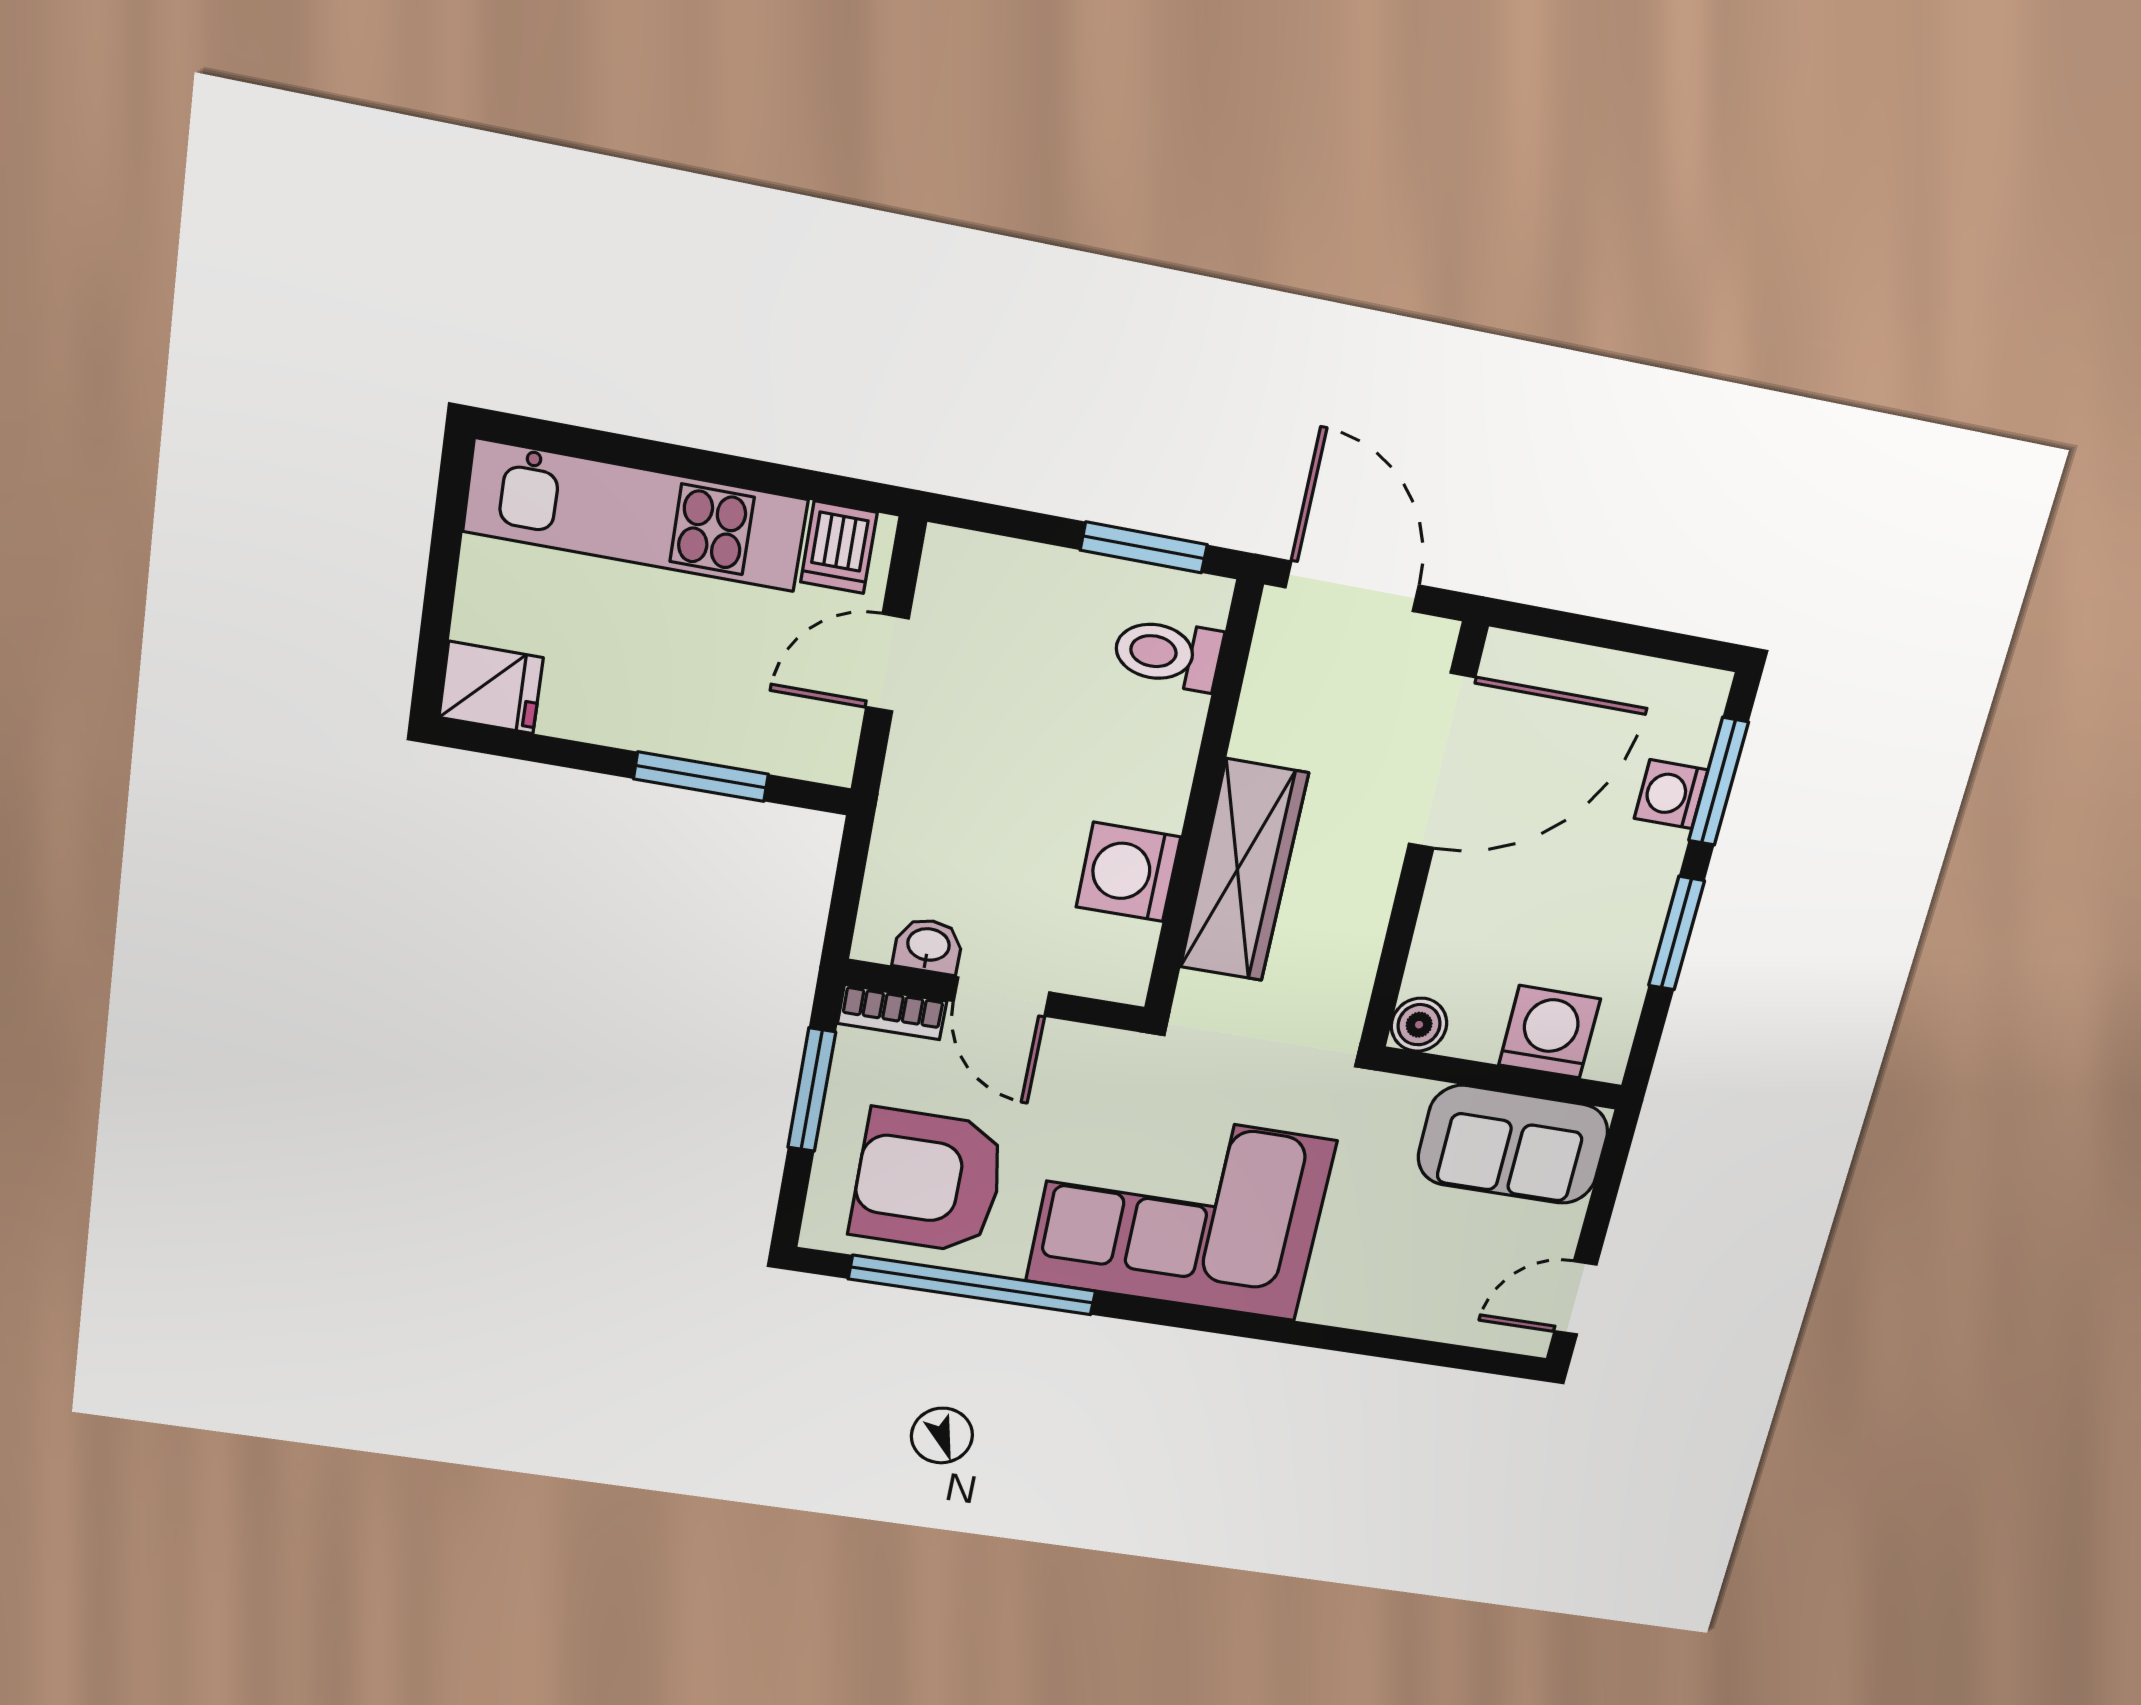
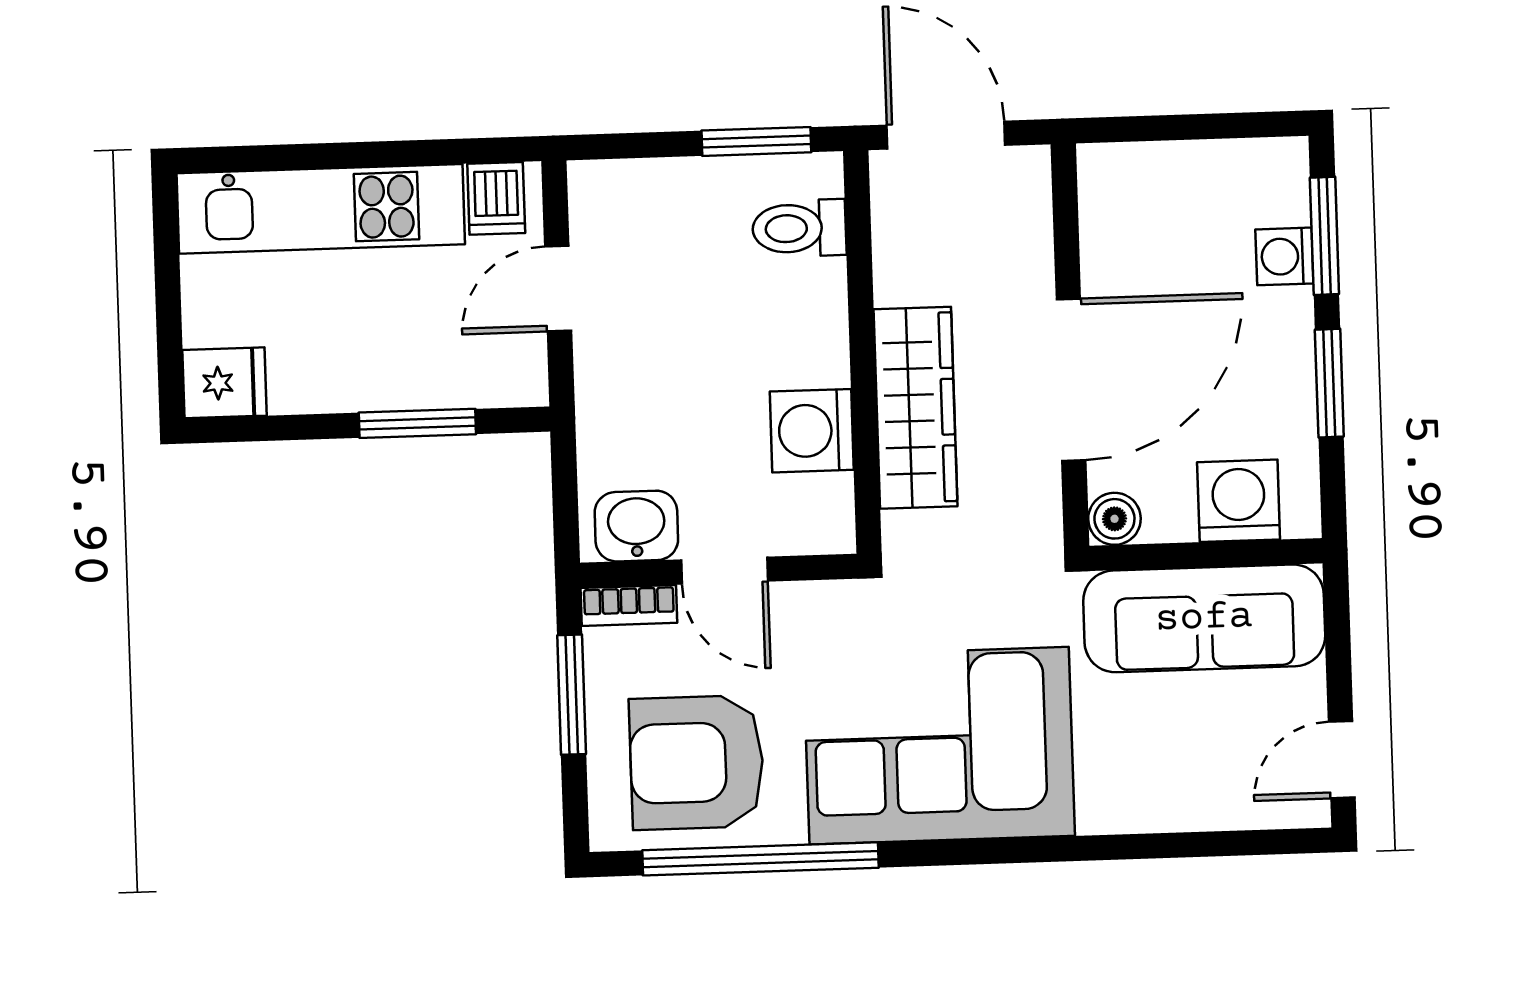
door: (1442, 761) -> (1071, 380), moved
washbasin: (928, 946) -> (636, 526), width x1.38, depth x1.45
sofa: (1513, 1145) -> (1204, 618), width x1.36

